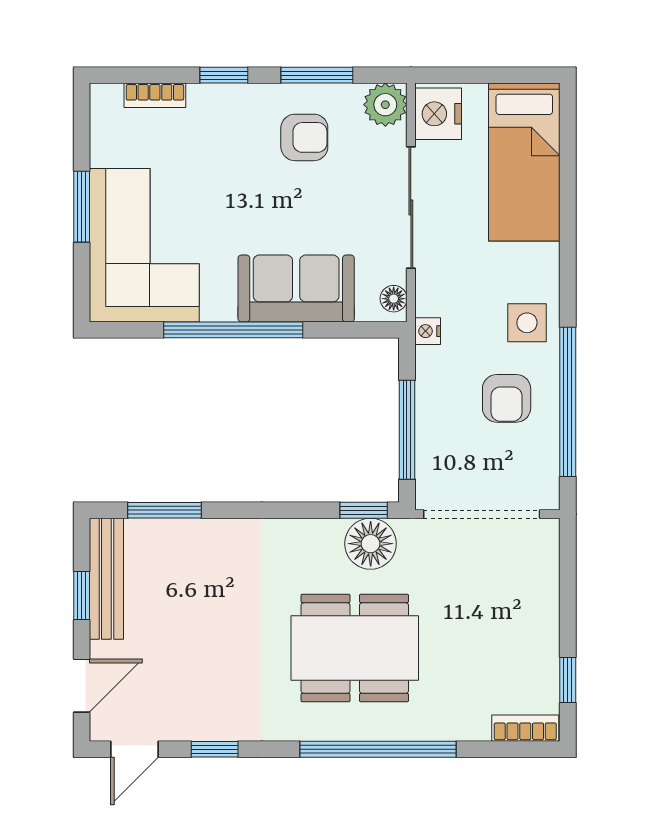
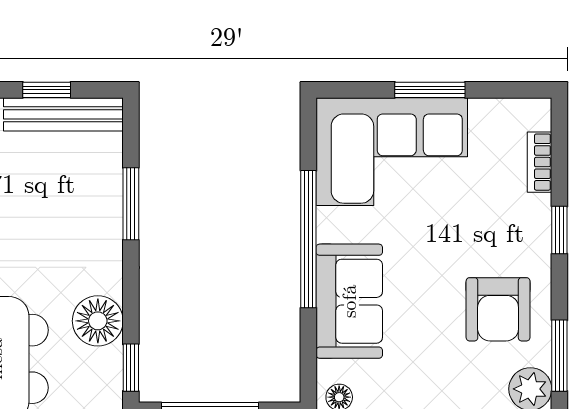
window: (317, 75) -> (559, 356), moved
armchair: (304, 137) -> (498, 309), width x1.38, depth x1.38
window: (164, 510) -> (131, 204), moved
floor lamp: (371, 544) -> (98, 321), moved

